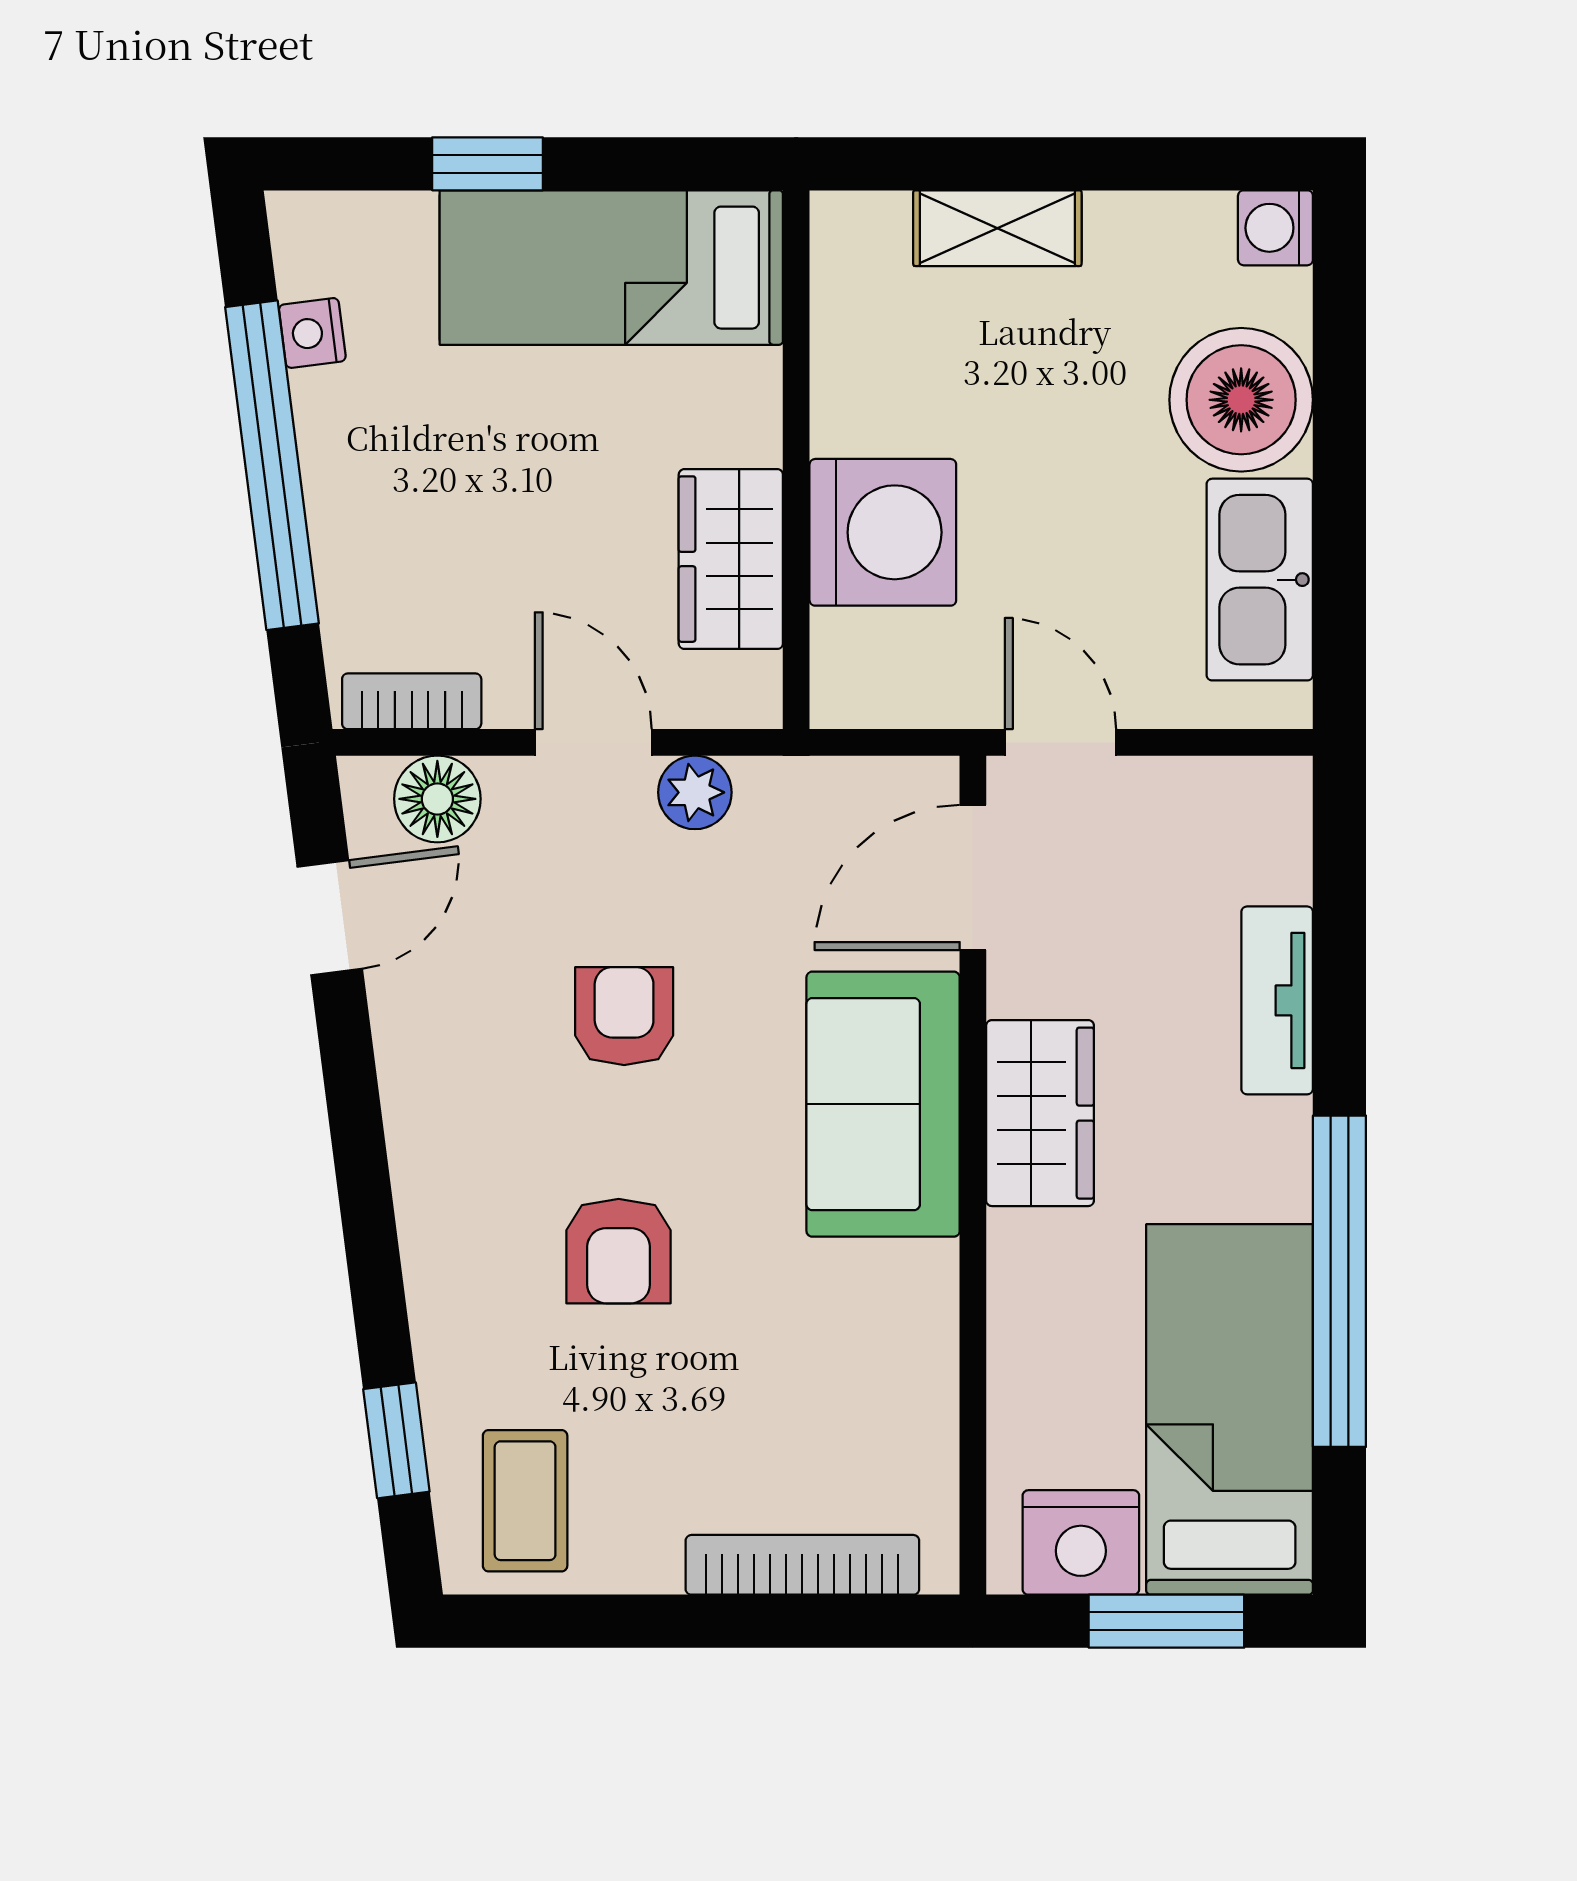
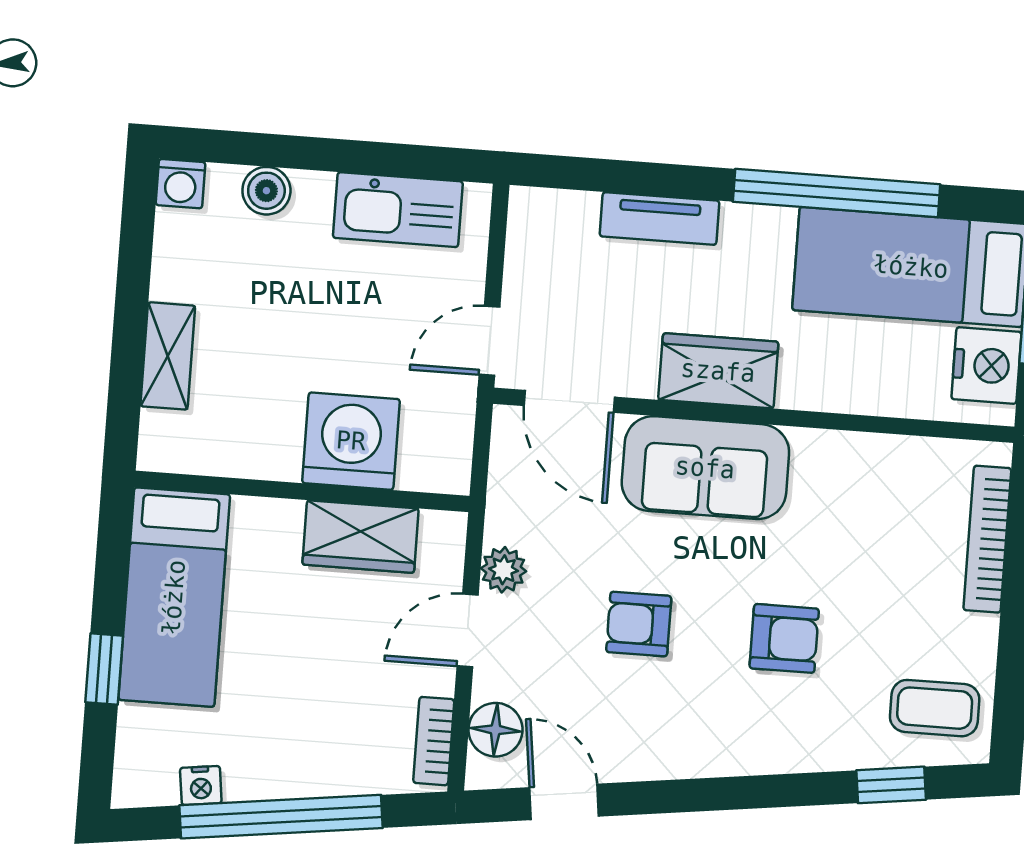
boiler: (1241, 400) -> (266, 191), width x0.54, depth x0.54

